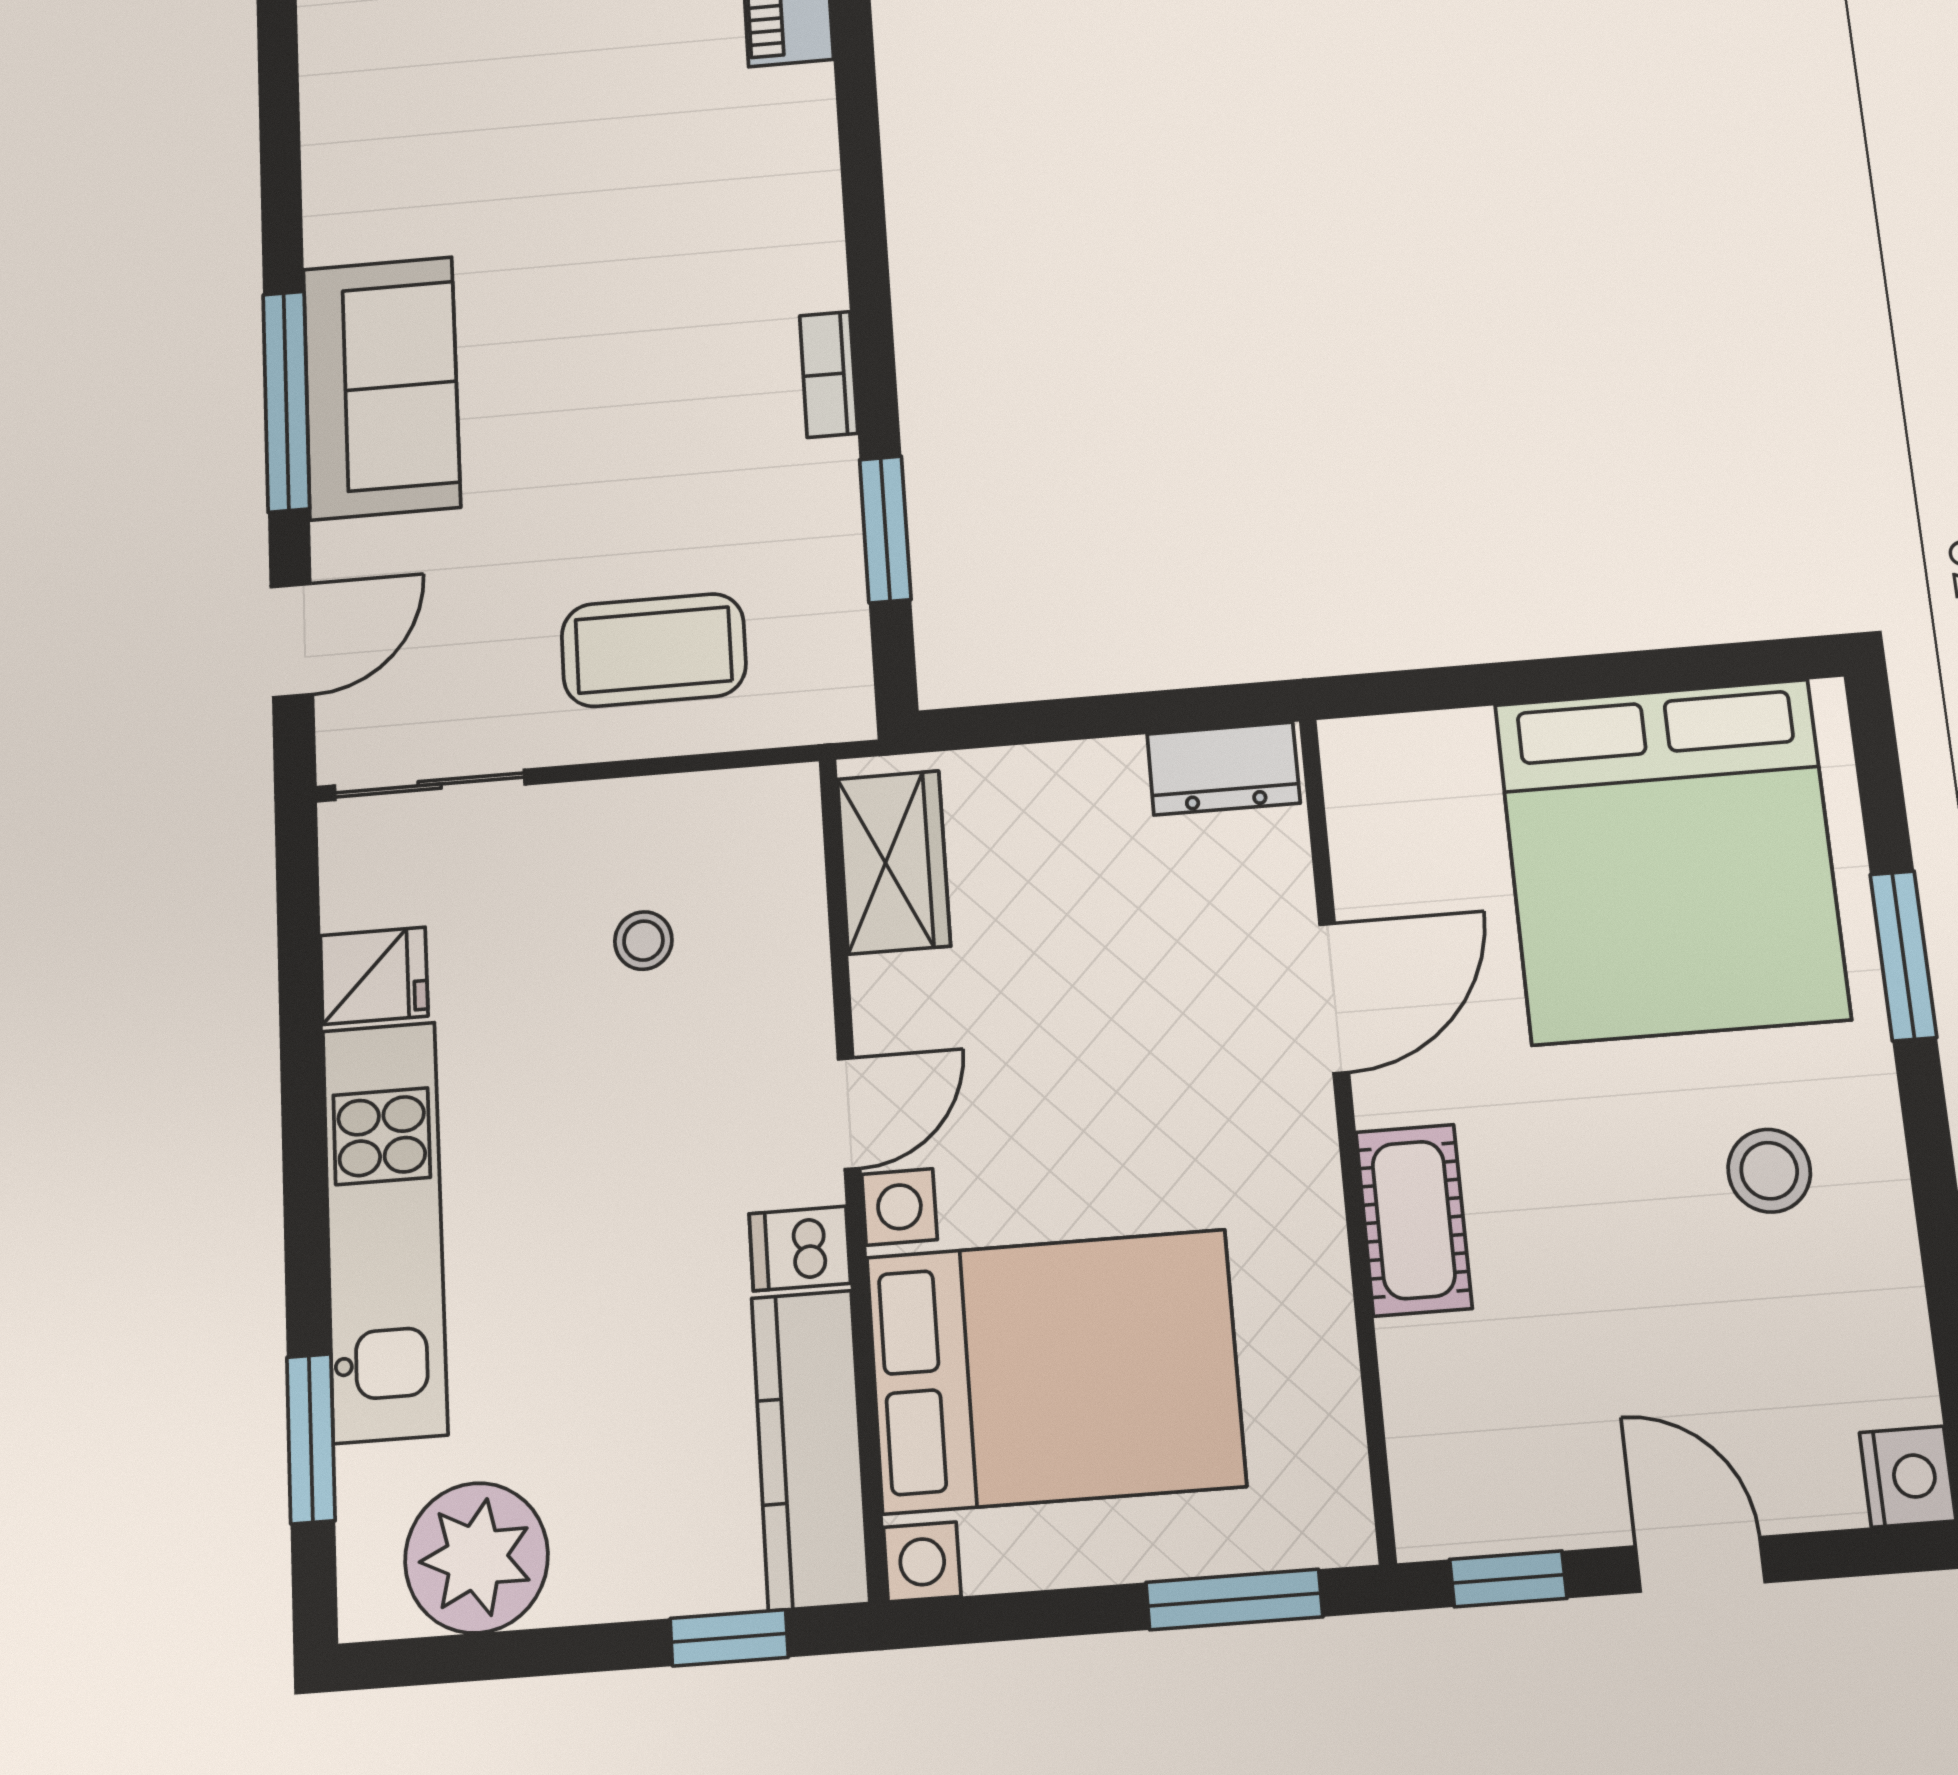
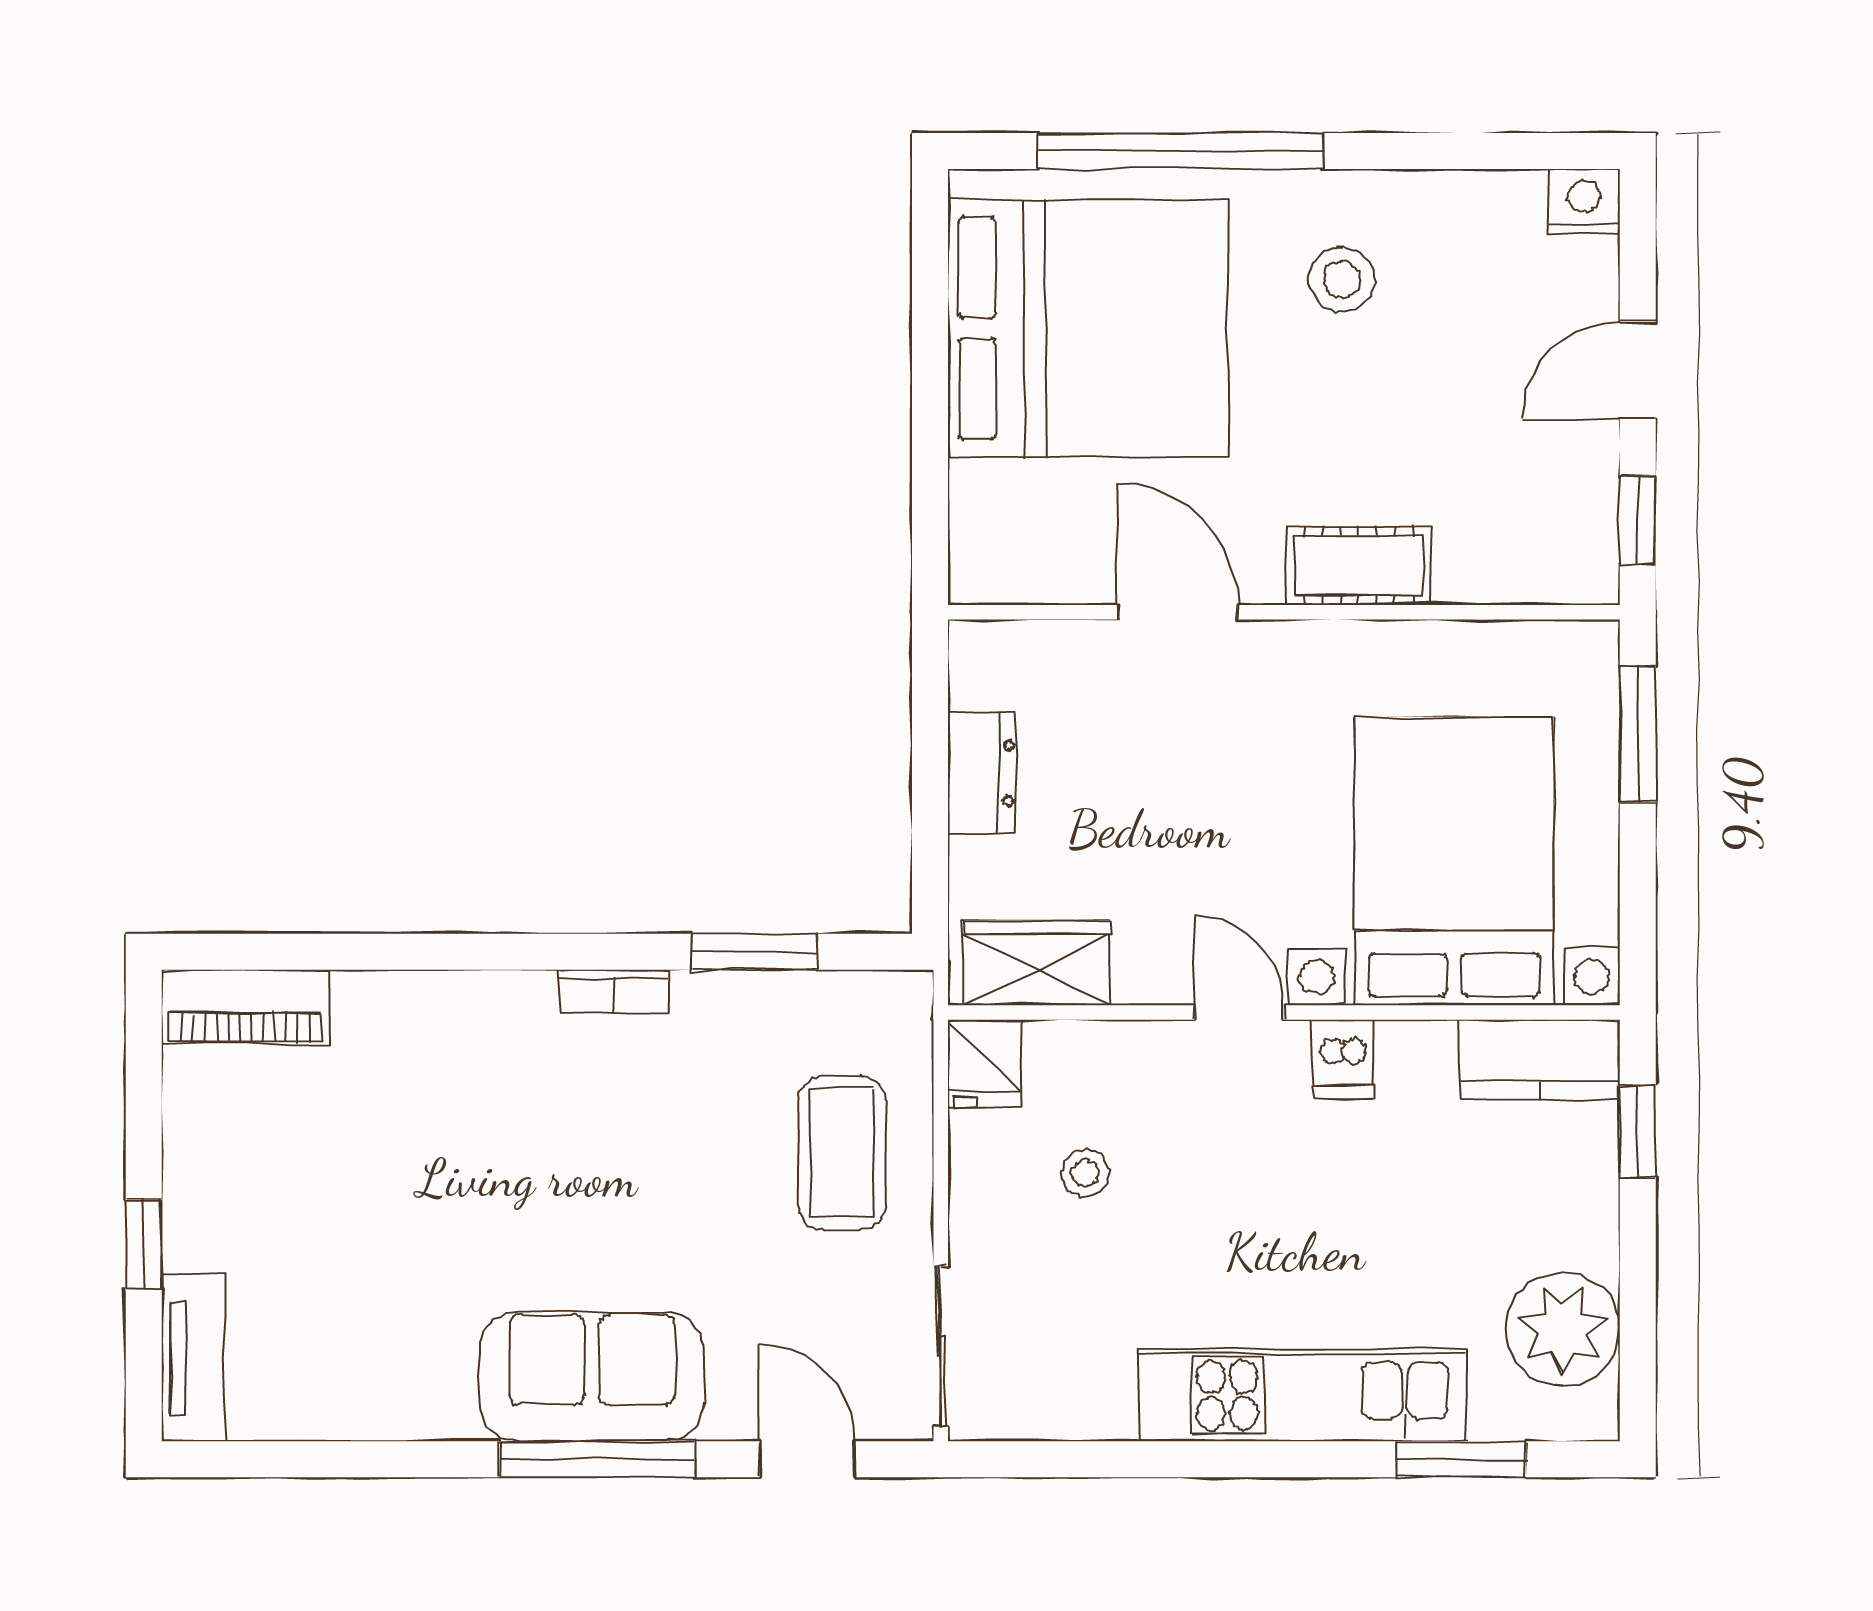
dresser: (1223, 769) -> (982, 774), moved
window: (1903, 956) -> (1180, 151), width x2.11
fridge: (374, 976) -> (985, 1063), moved, turned 180
kitchen counter: (810, 1449) -> (1540, 1060), width x0.67

